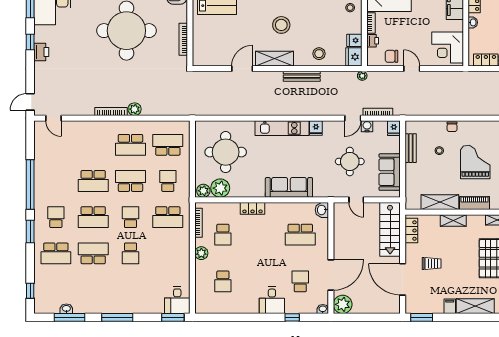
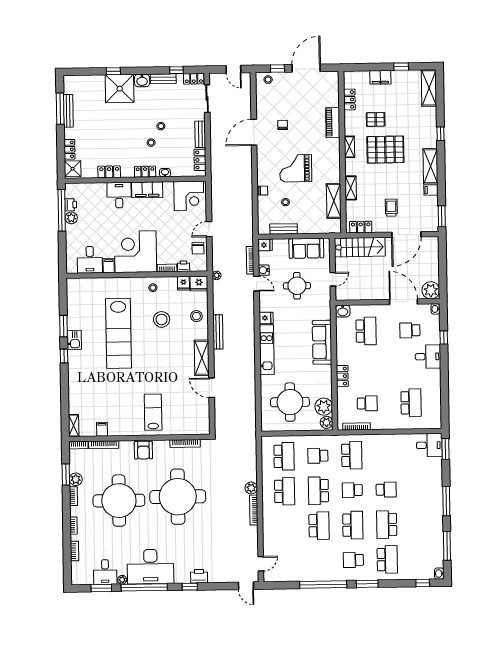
stool: (281, 25) -> (162, 319), moved
school desk: (168, 145) -> (284, 456), turned 180
piano: (474, 203) -> (334, 168), removed
plant: (201, 253) -> (385, 423), removed
school desk: (223, 281) -> (411, 403), width x1.85
washbasin: (66, 309) -> (439, 574), moved

